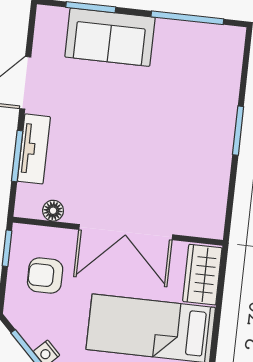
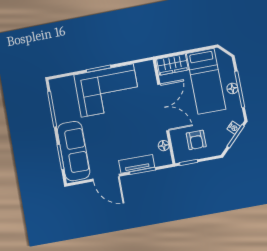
sofa: (110, 37) -> (74, 151), width x1.36
corner sofa: (191, 135) -> (107, 90), added

